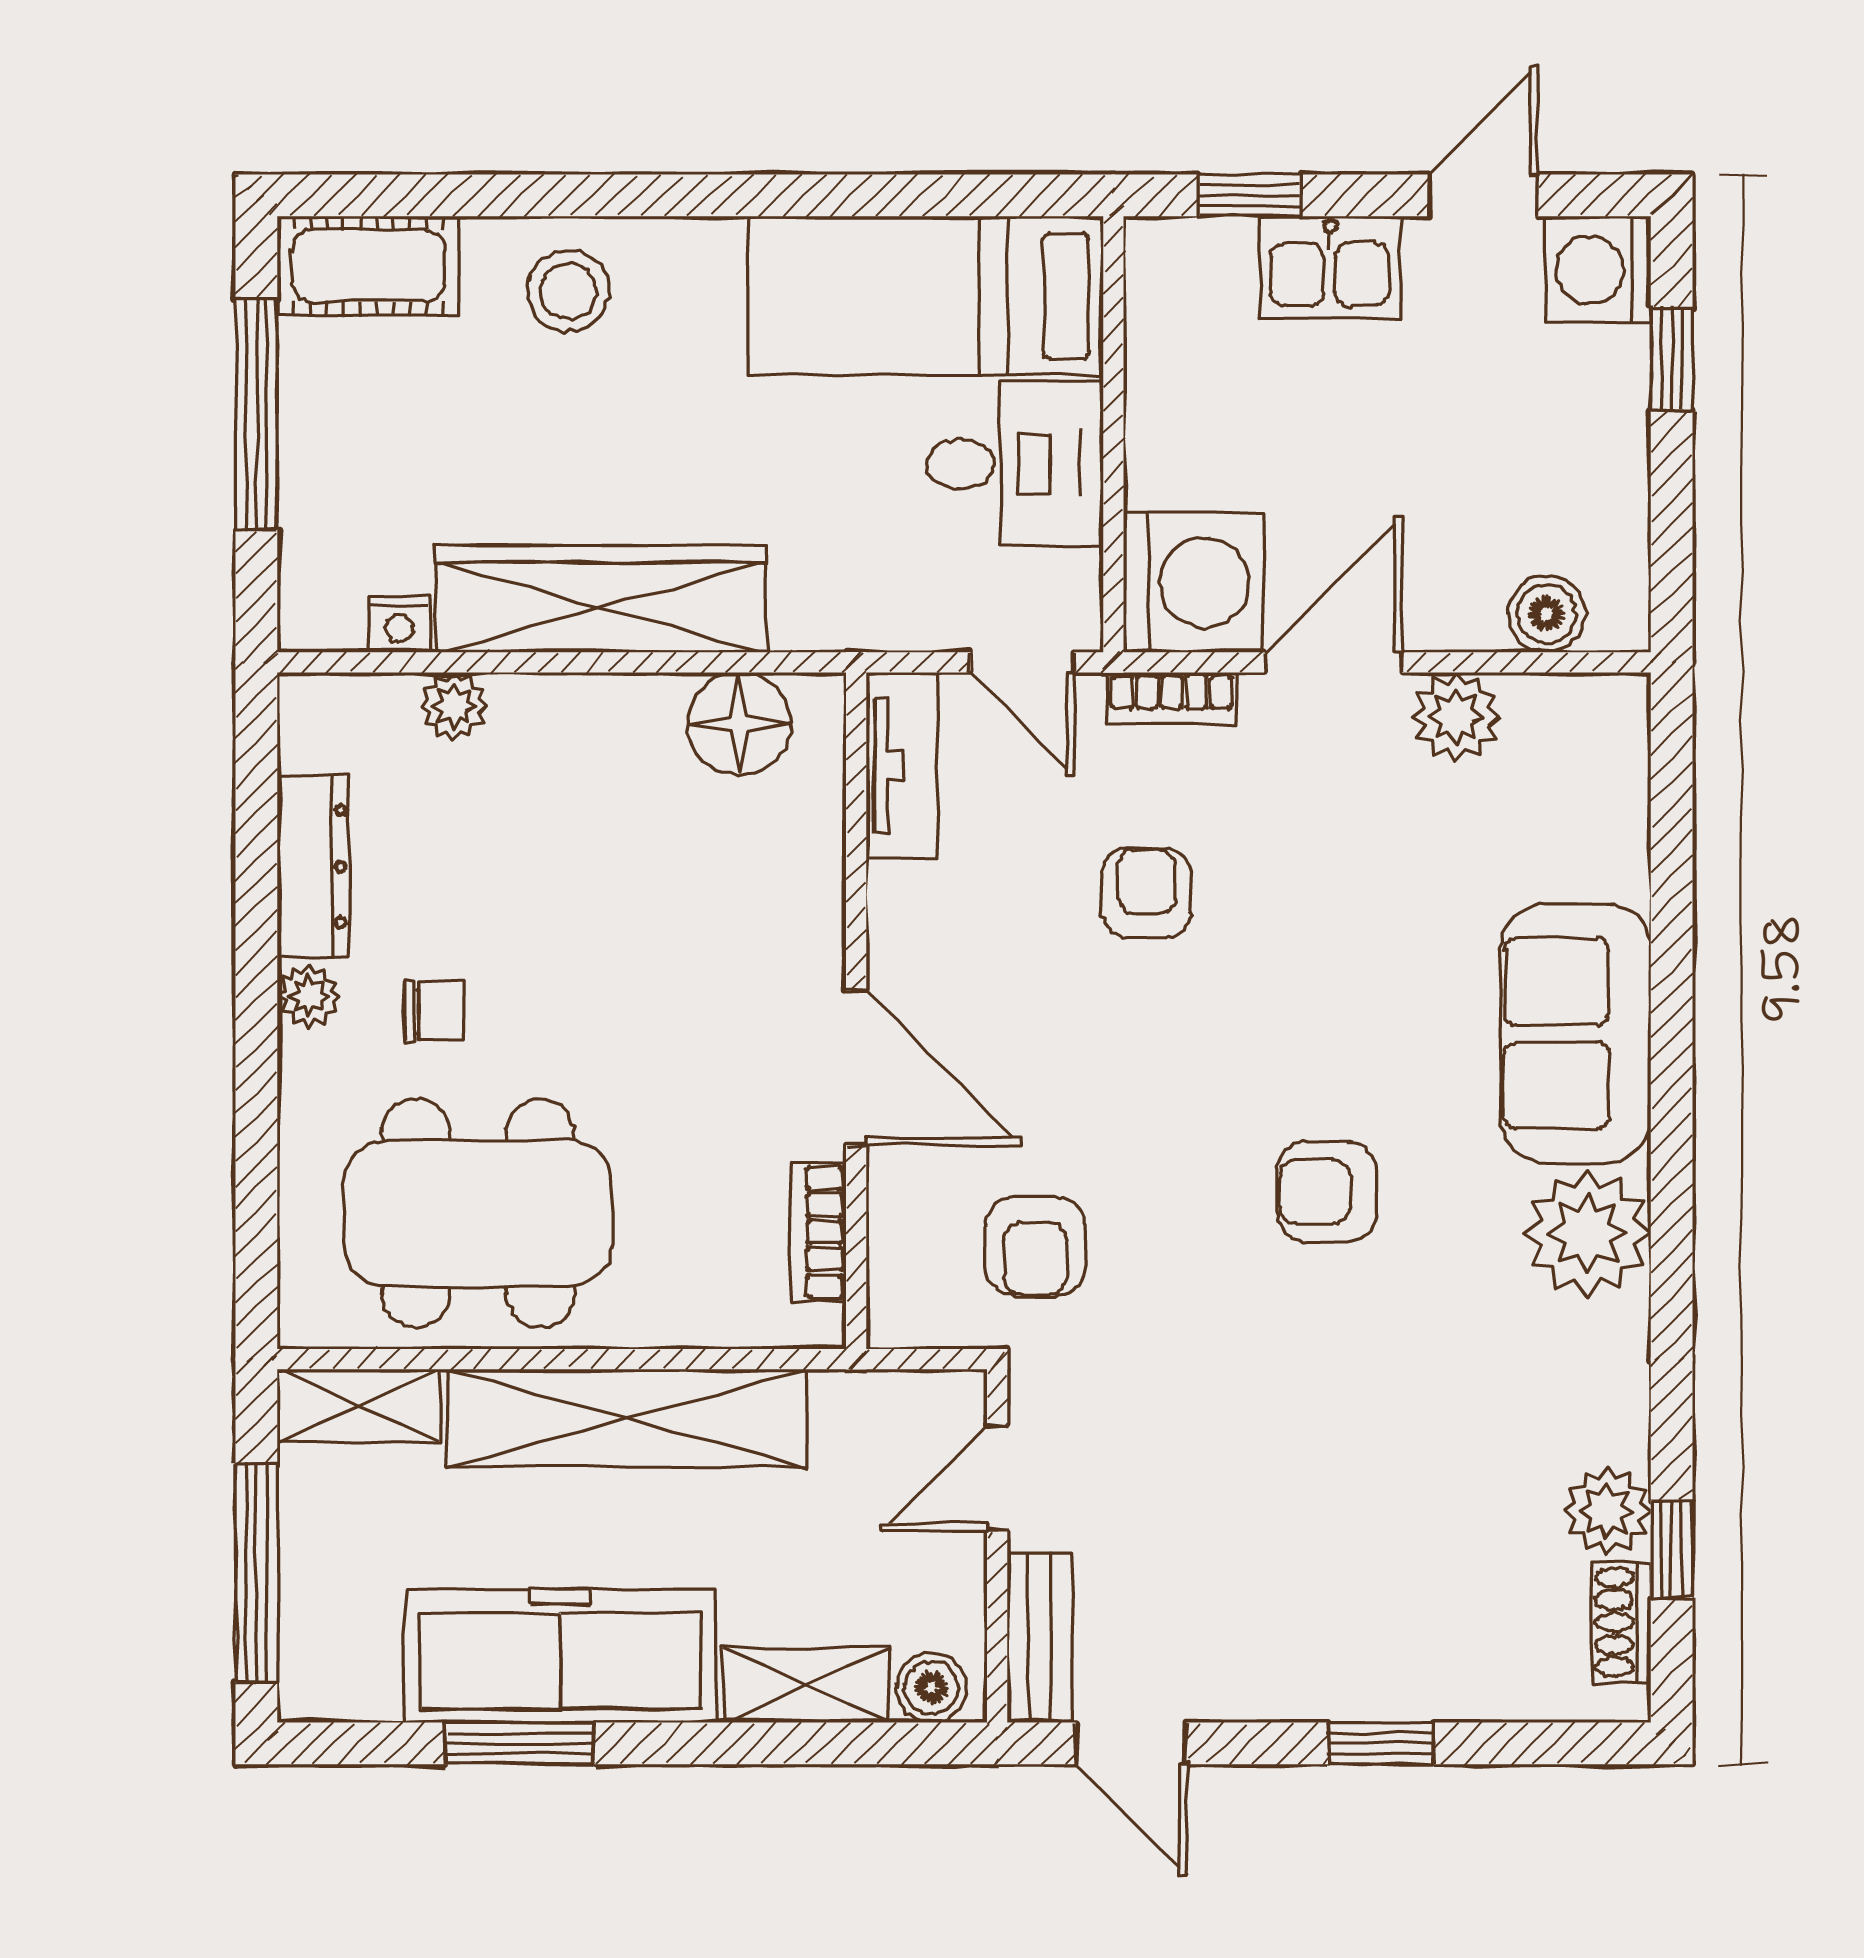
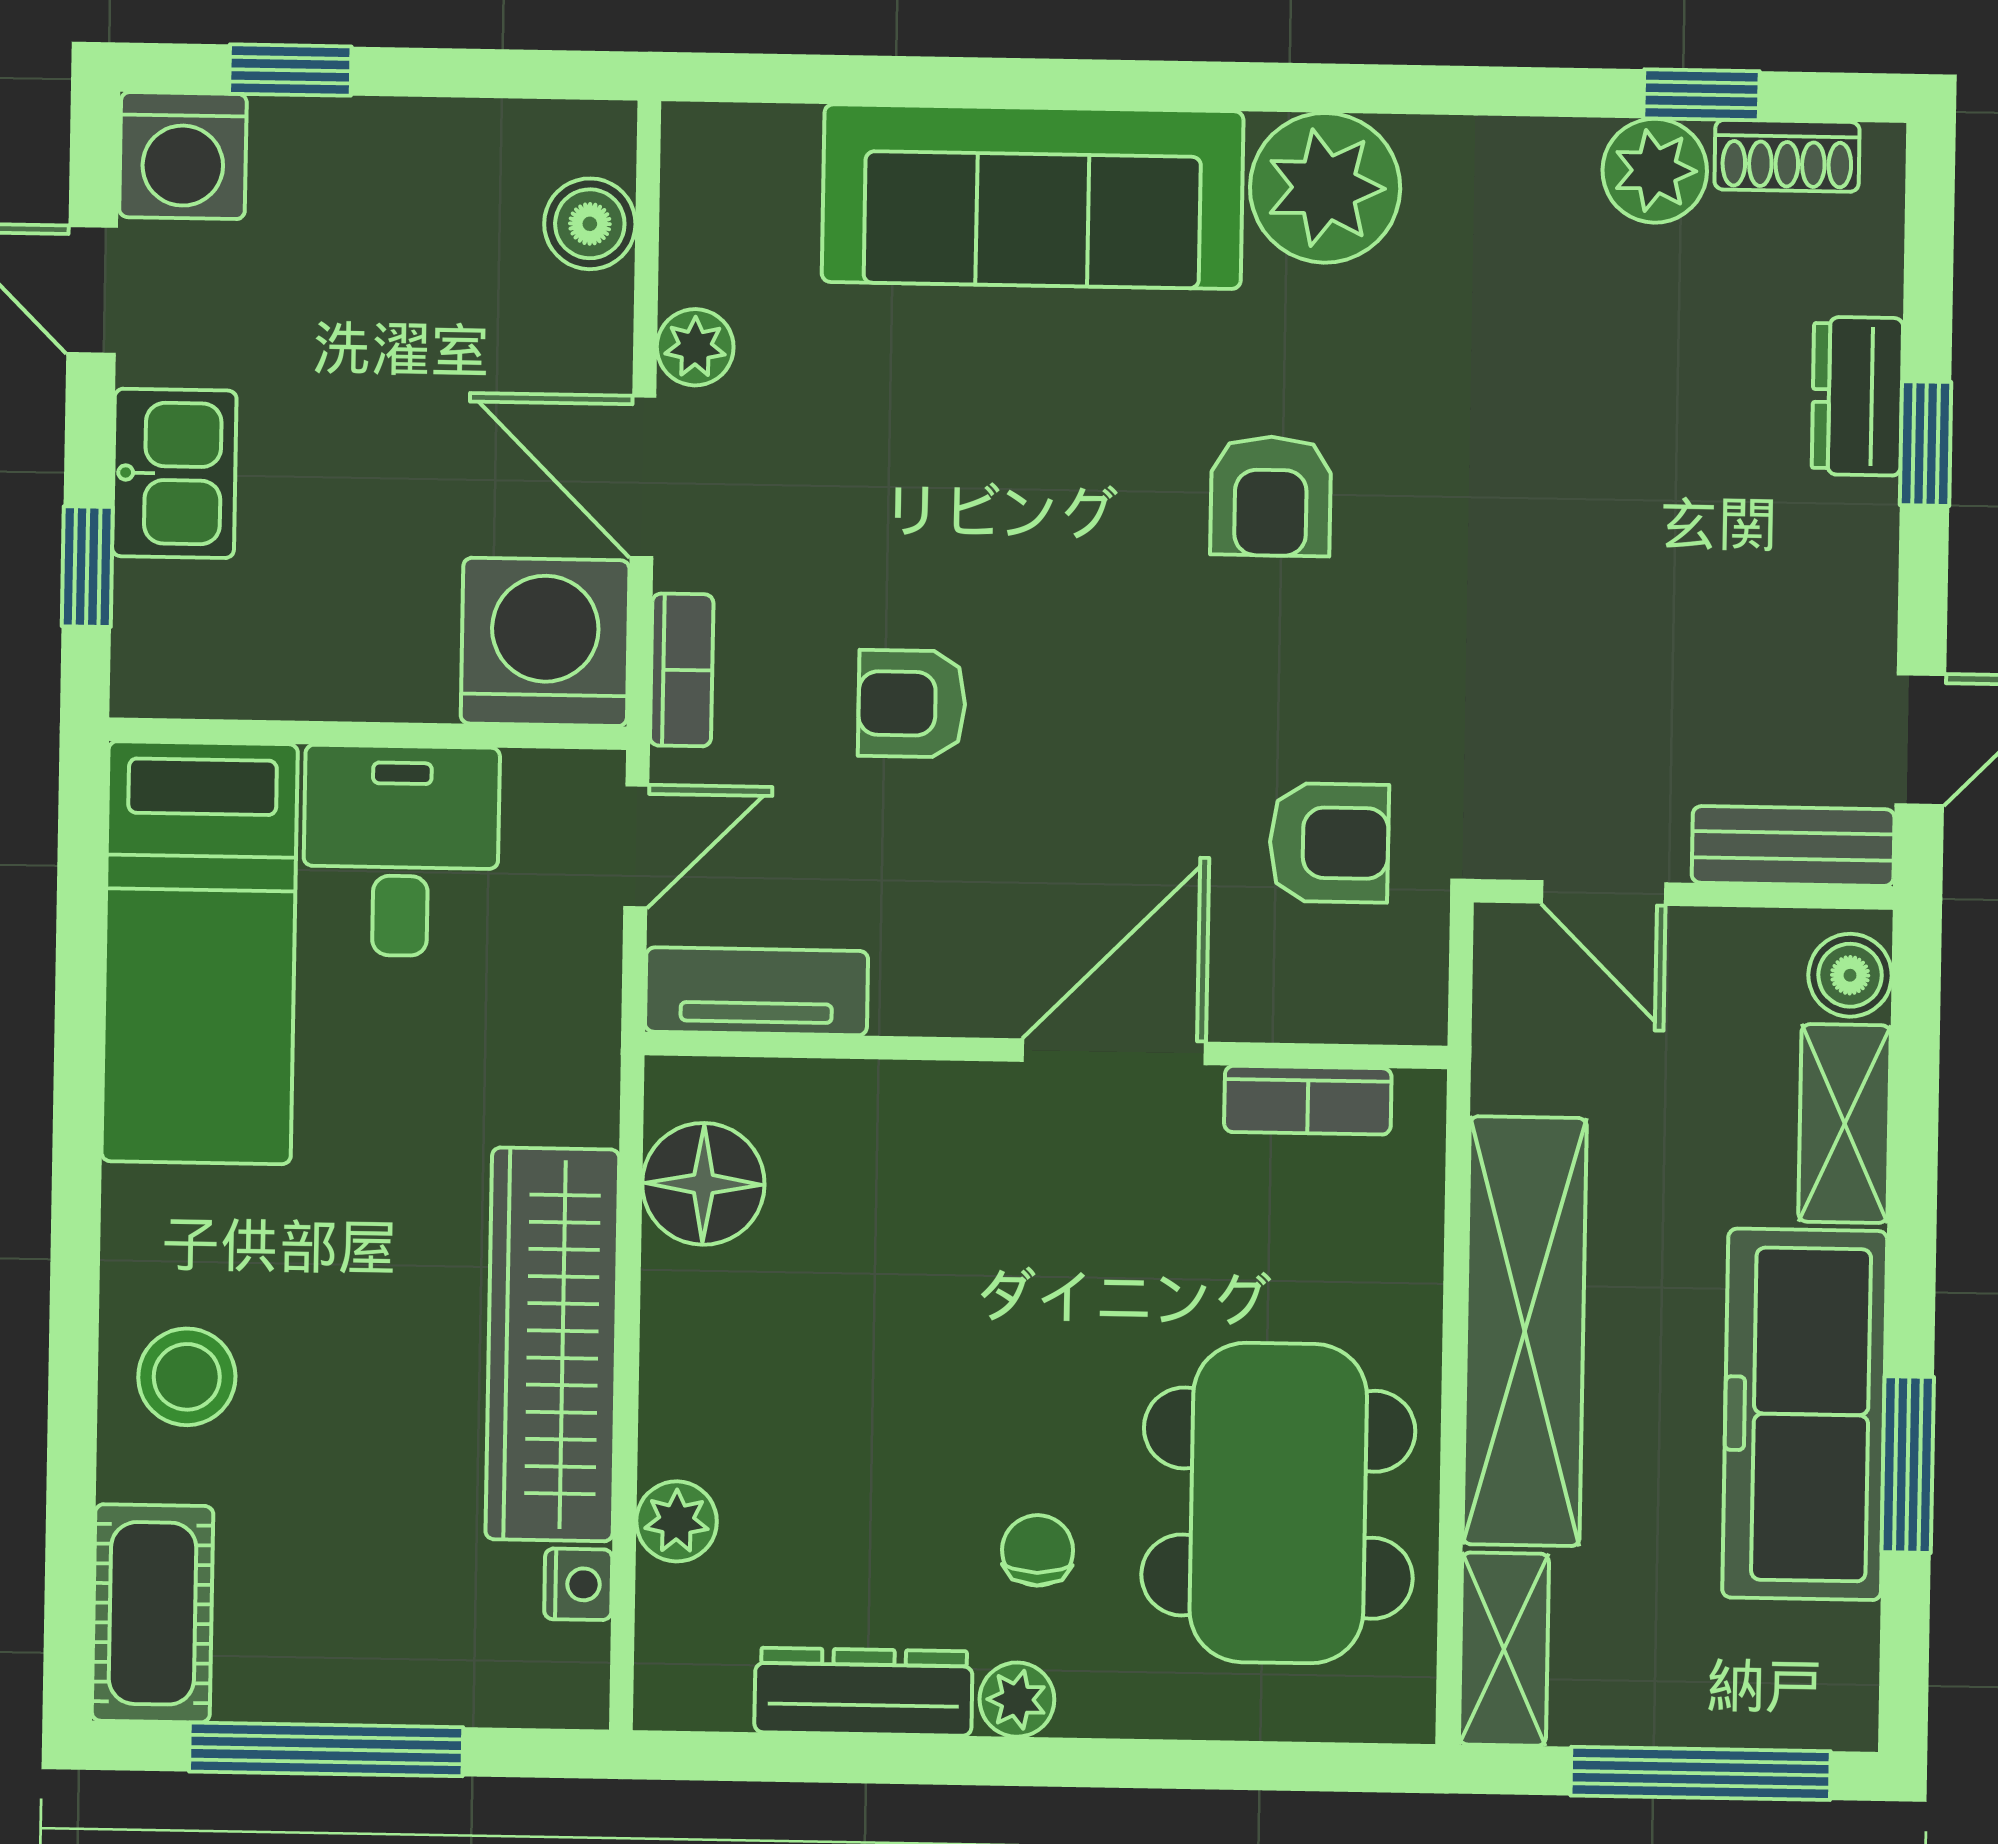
plant: (1456, 717) -> (695, 347), width x0.73, depth x0.73
sofa: (1576, 1034) -> (1033, 197), width x1.36
dresser: (1420, 1685) -> (1857, 396), added

